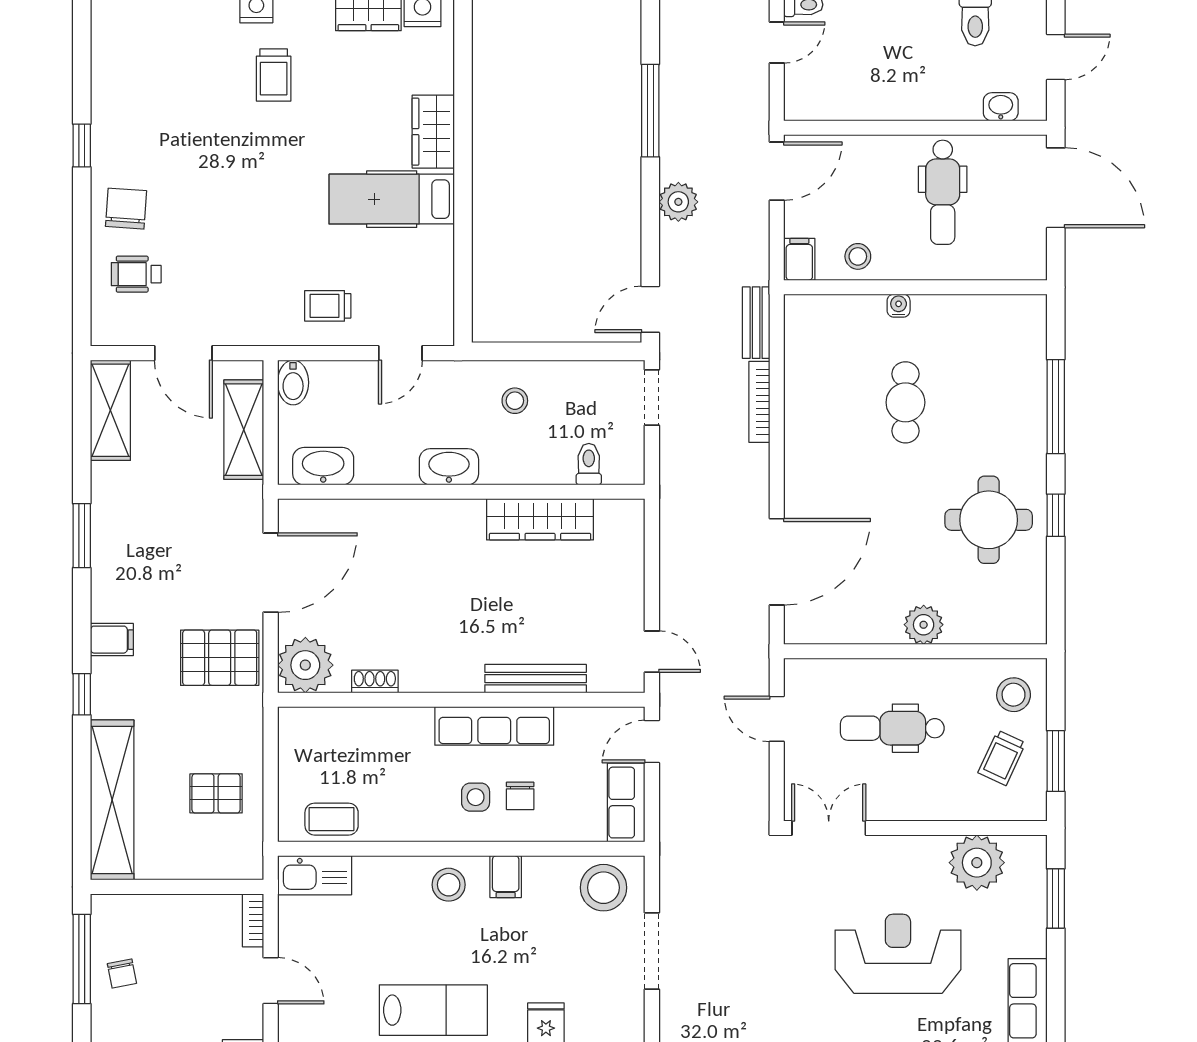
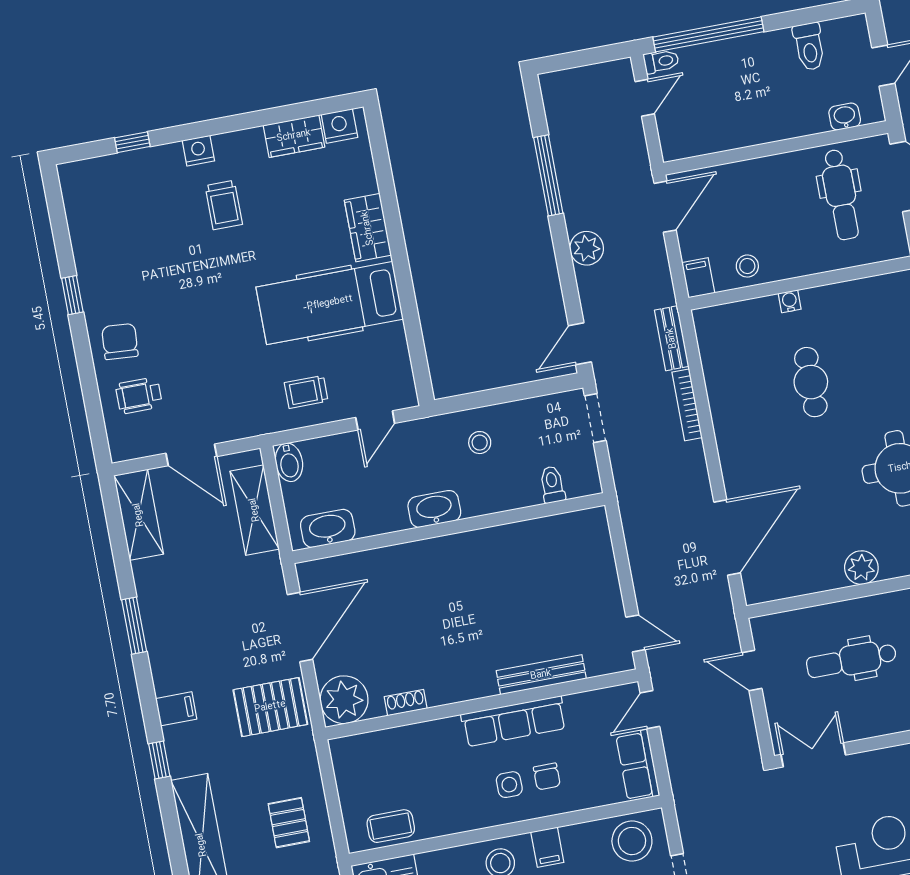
dental chair: (943, 192) -> (841, 195), moved
hospital bed: (392, 199) -> (330, 303), width x1.37, depth x1.29
wardrobe: (540, 519) -> (520, 539), removed
pallet: (216, 793) -> (289, 823), turned 90

